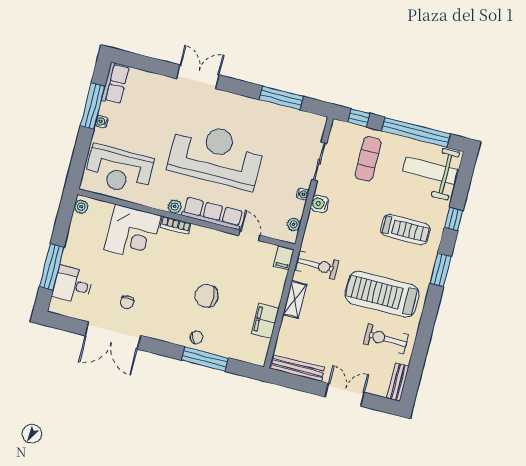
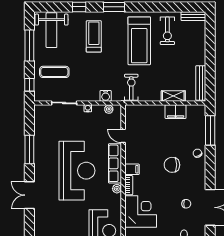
window: (281, 98) -> (29, 149), moved
window: (416, 132) -> (29, 46), width x0.68
reception desk: (216, 155) -> (77, 171), turned 180
water cooler: (320, 204) -> (106, 96), moved
door: (249, 235) -> (123, 136), hinge flipped
filing cabinet: (284, 258) -> (132, 169), moved
chair: (207, 296) -> (172, 165), moved, turned 90
shelving: (295, 300) -> (173, 96), moved
window: (205, 359) -> (210, 130), moved
double door: (345, 395) -> (210, 48), removed

